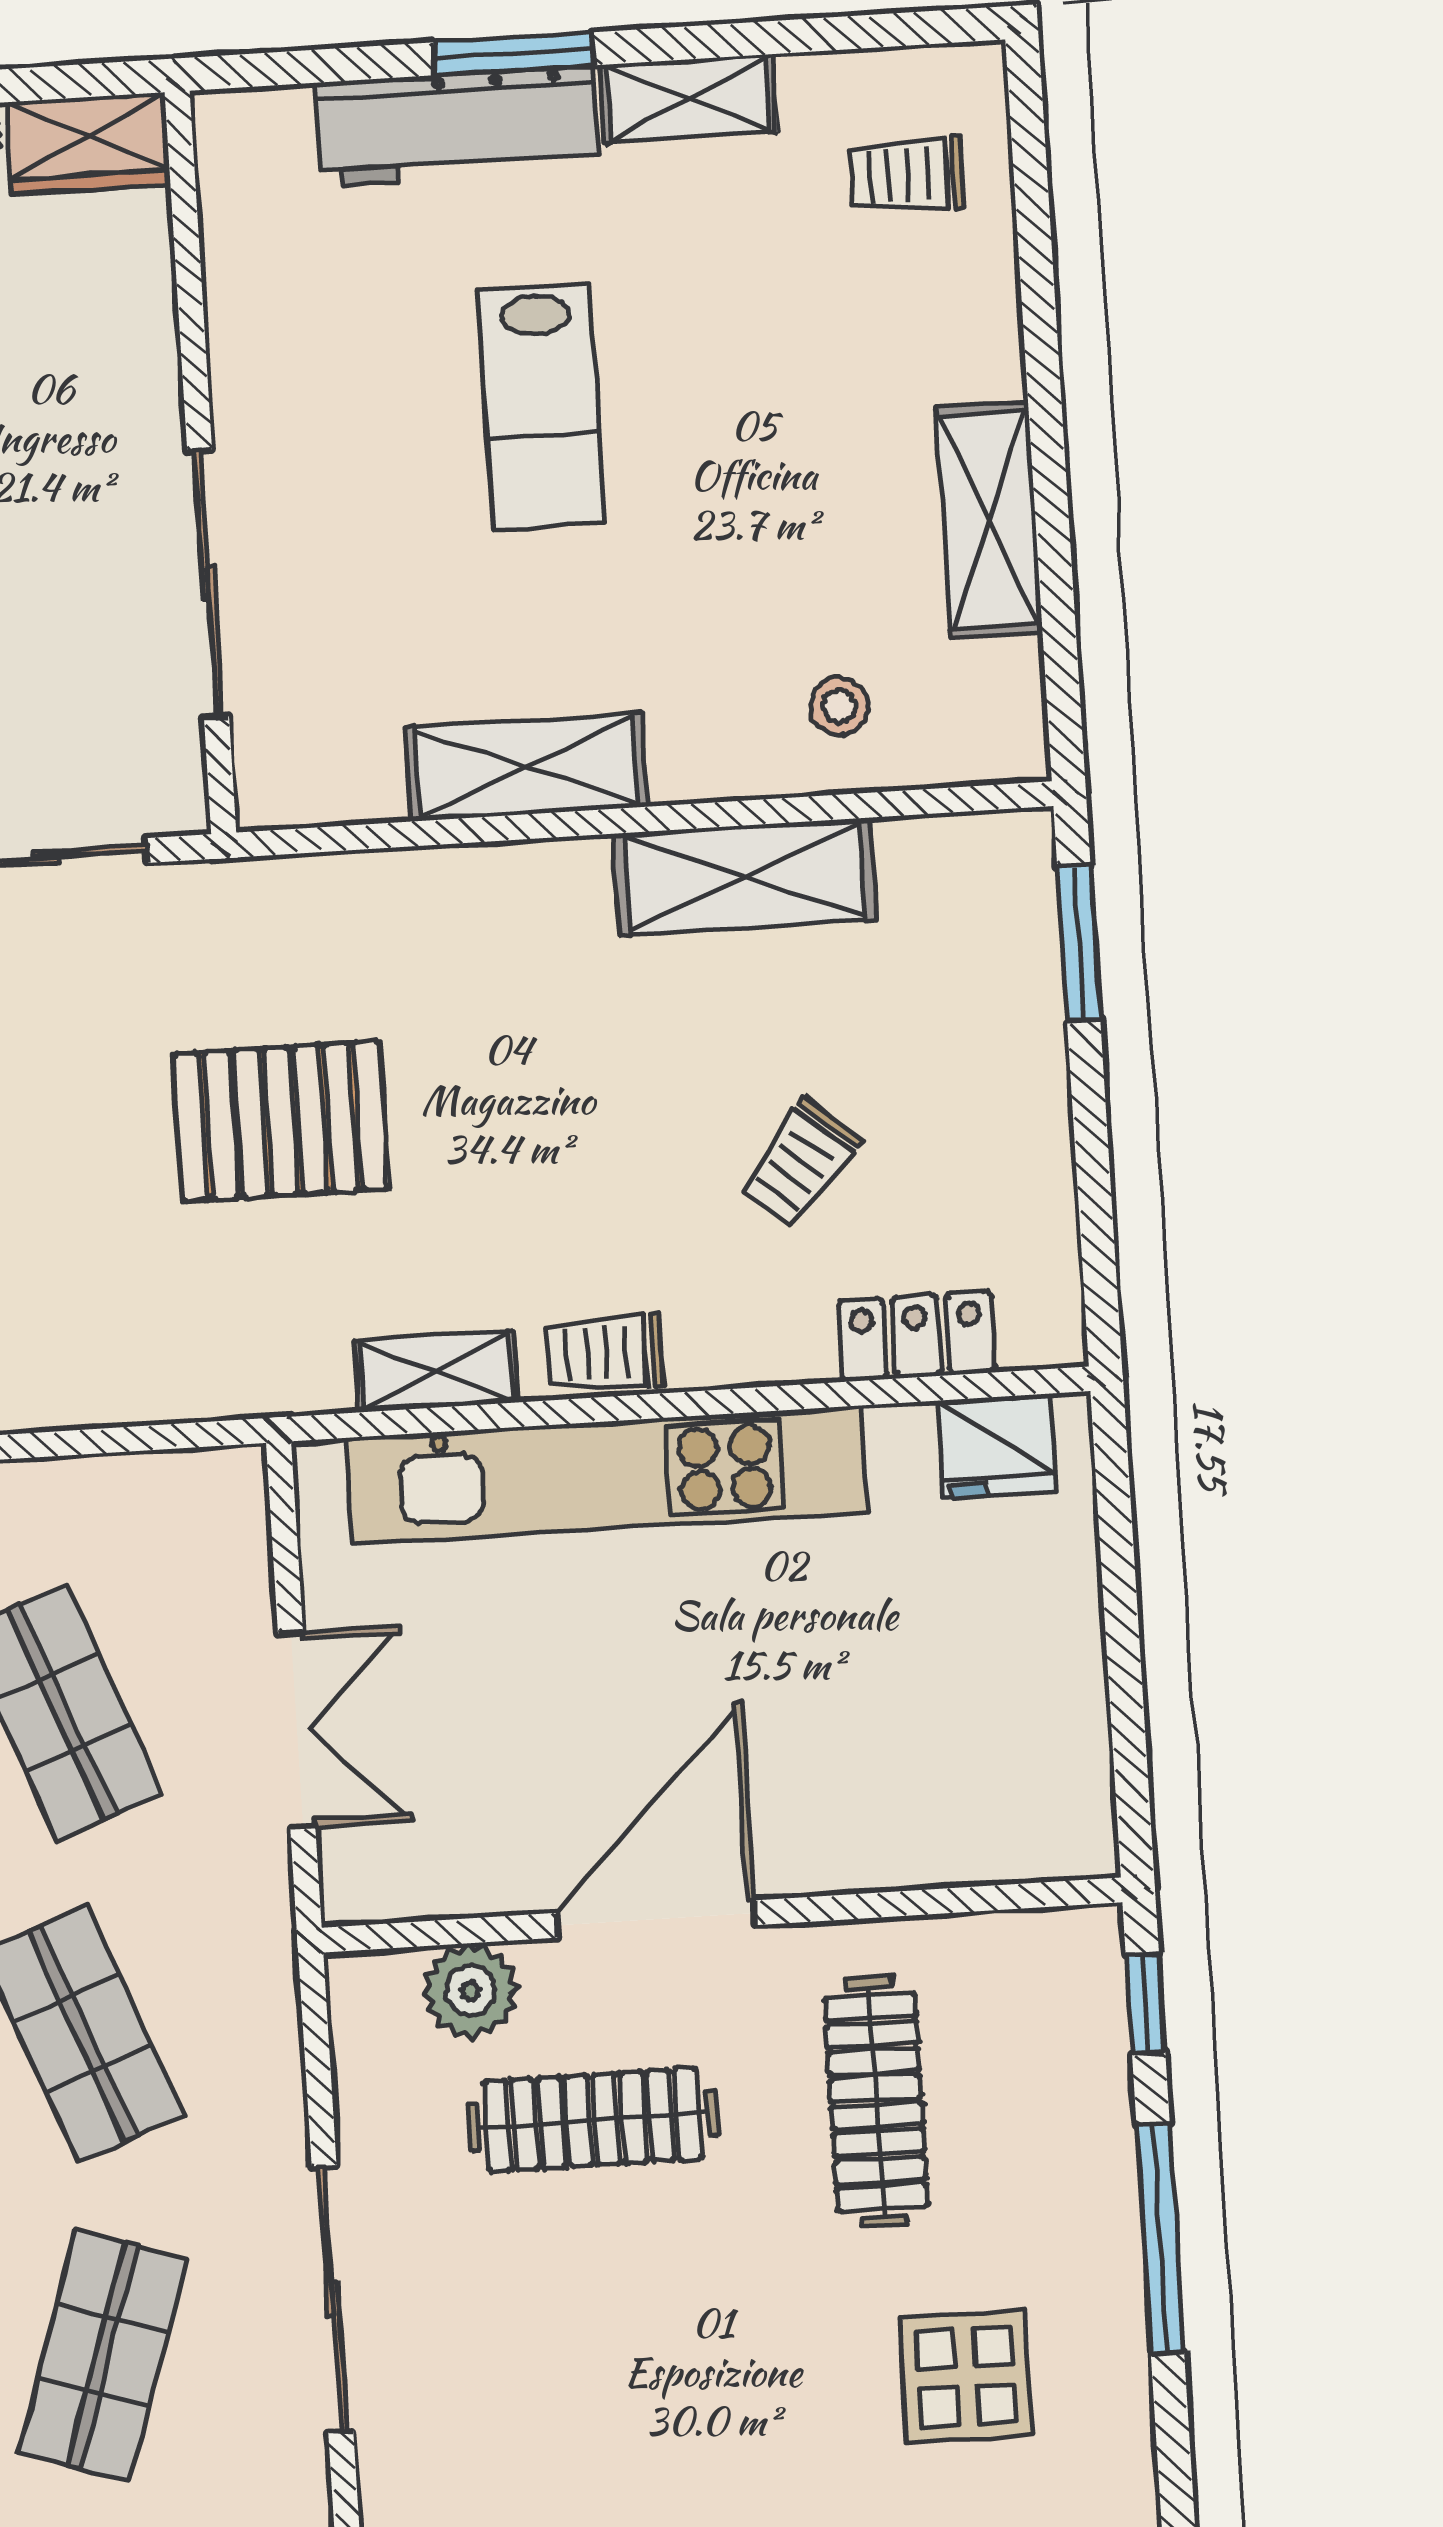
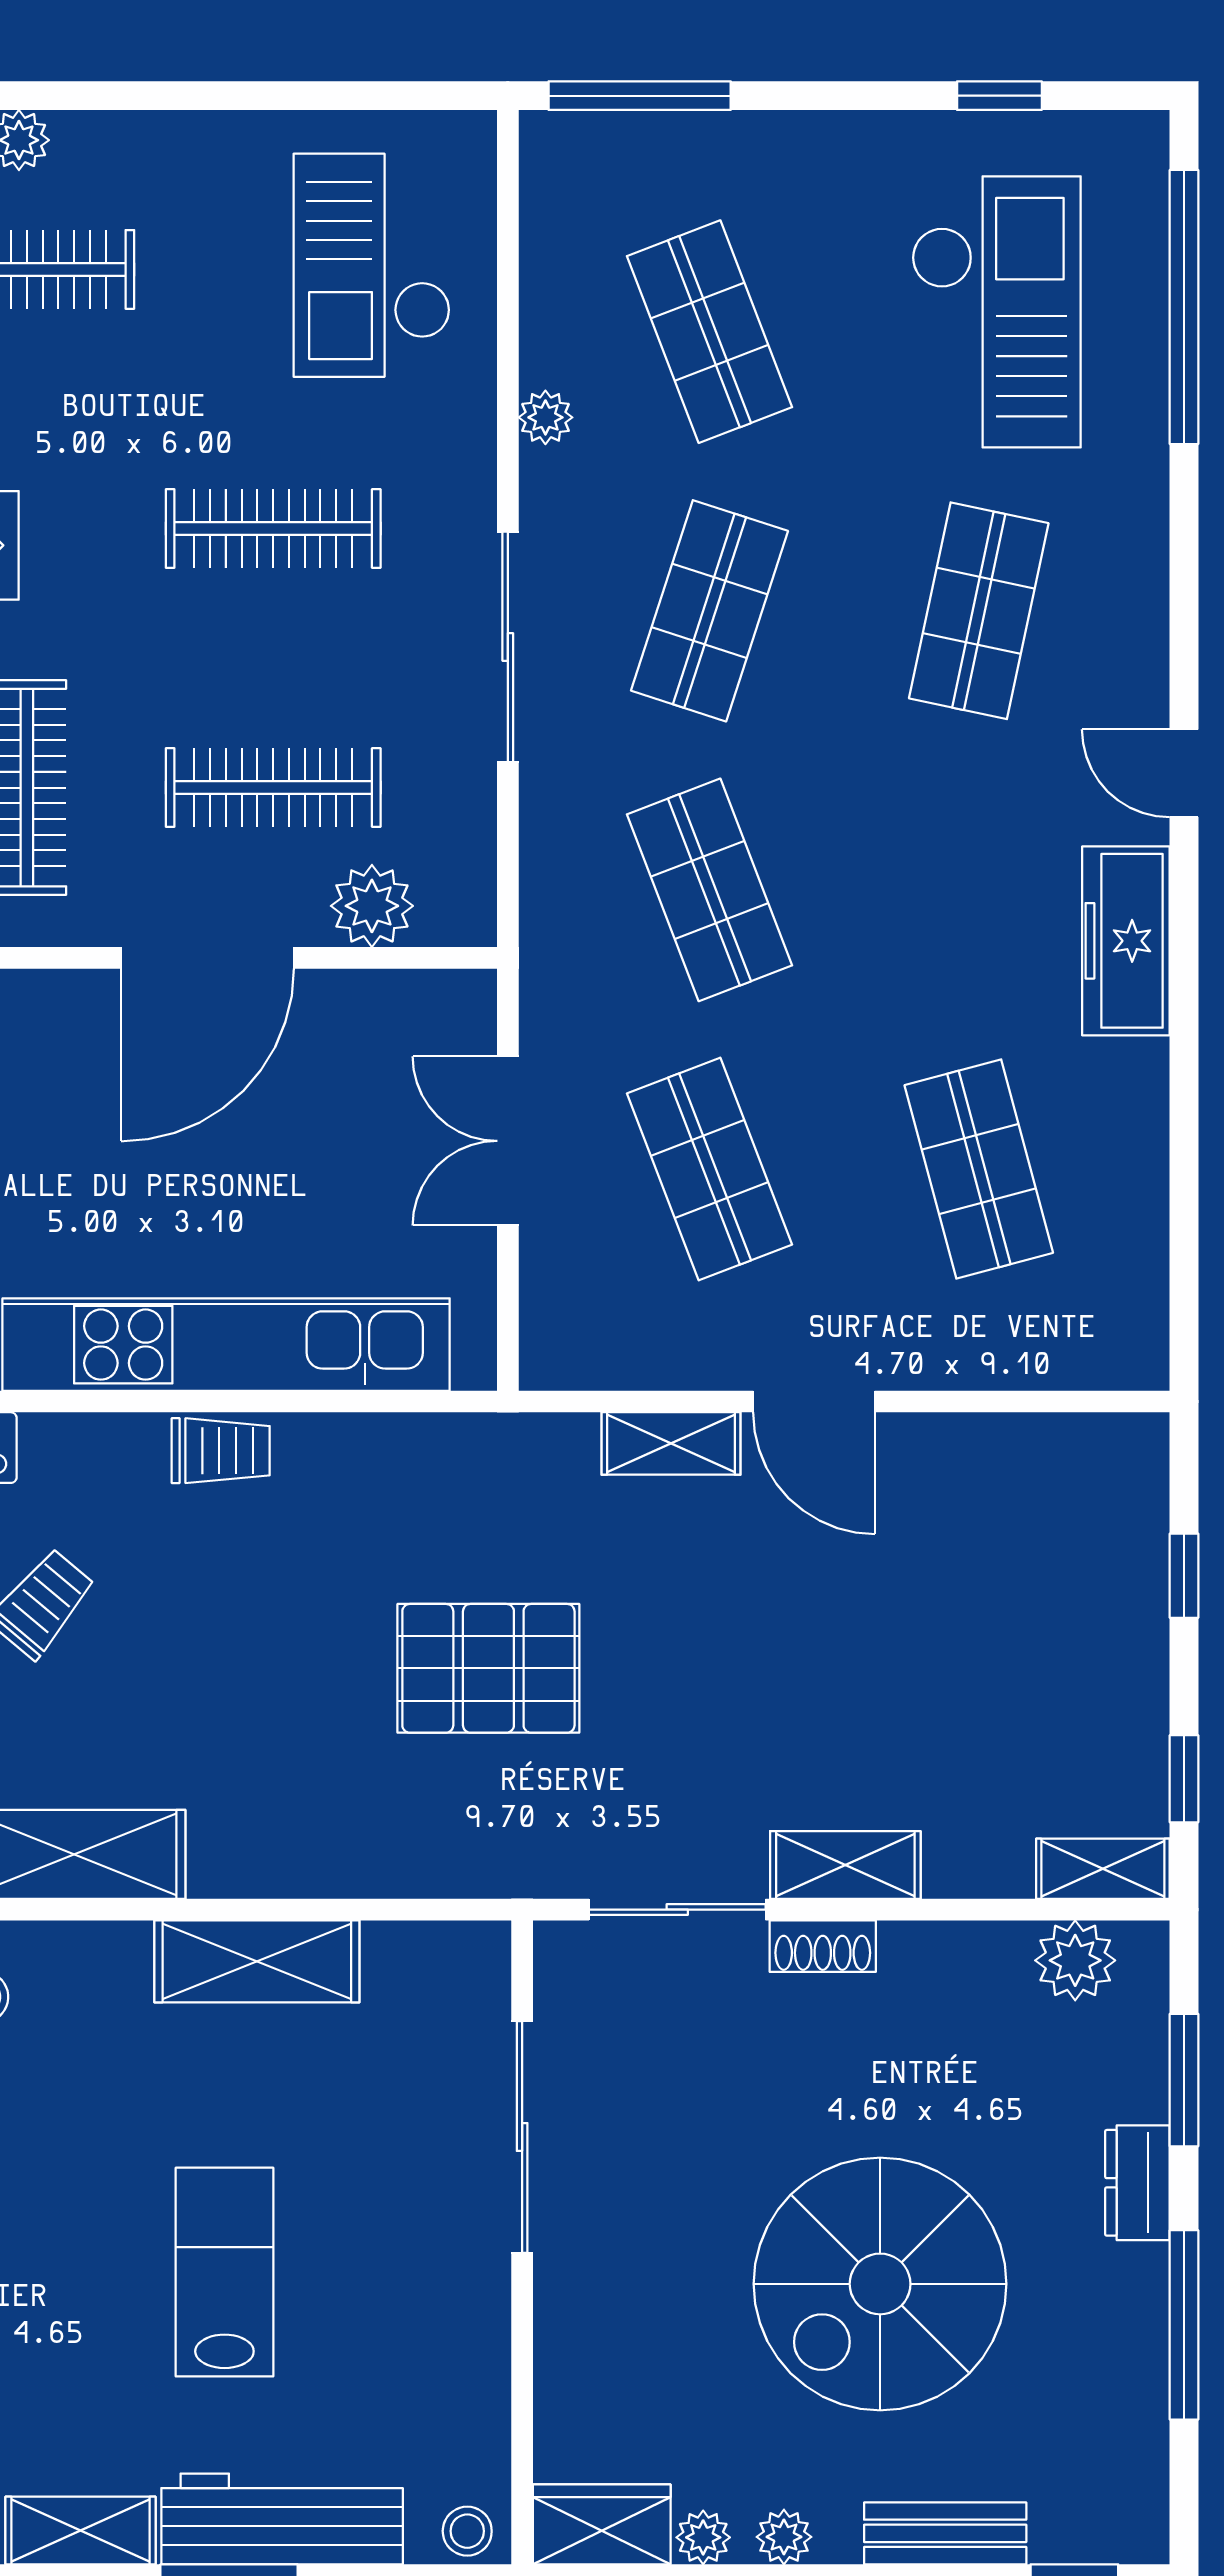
stool: (243, 126) -> (467, 2531), added
shelving: (436, 1371) -> (671, 1443), moved
clothes rail: (611, 2418) -> (273, 528), added

